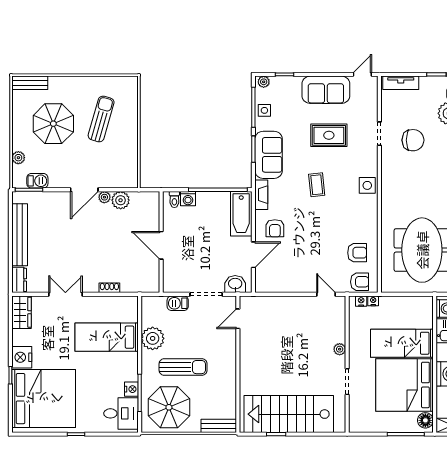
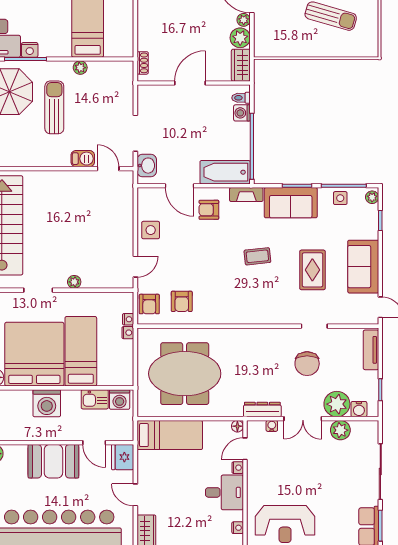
side table: (367, 185) -> (151, 230), moved
wardrobe: (145, 200) -> (241, 65), added
shoe rack: (109, 288) -> (143, 63), moved
nightstand: (361, 301) -> (128, 333), moved
barbecue: (178, 303) -> (83, 159), moved, turned 90
plant: (153, 338) -> (80, 68), width x0.53, depth x0.53
sun lounger: (183, 367) -> (54, 107), turned 180

